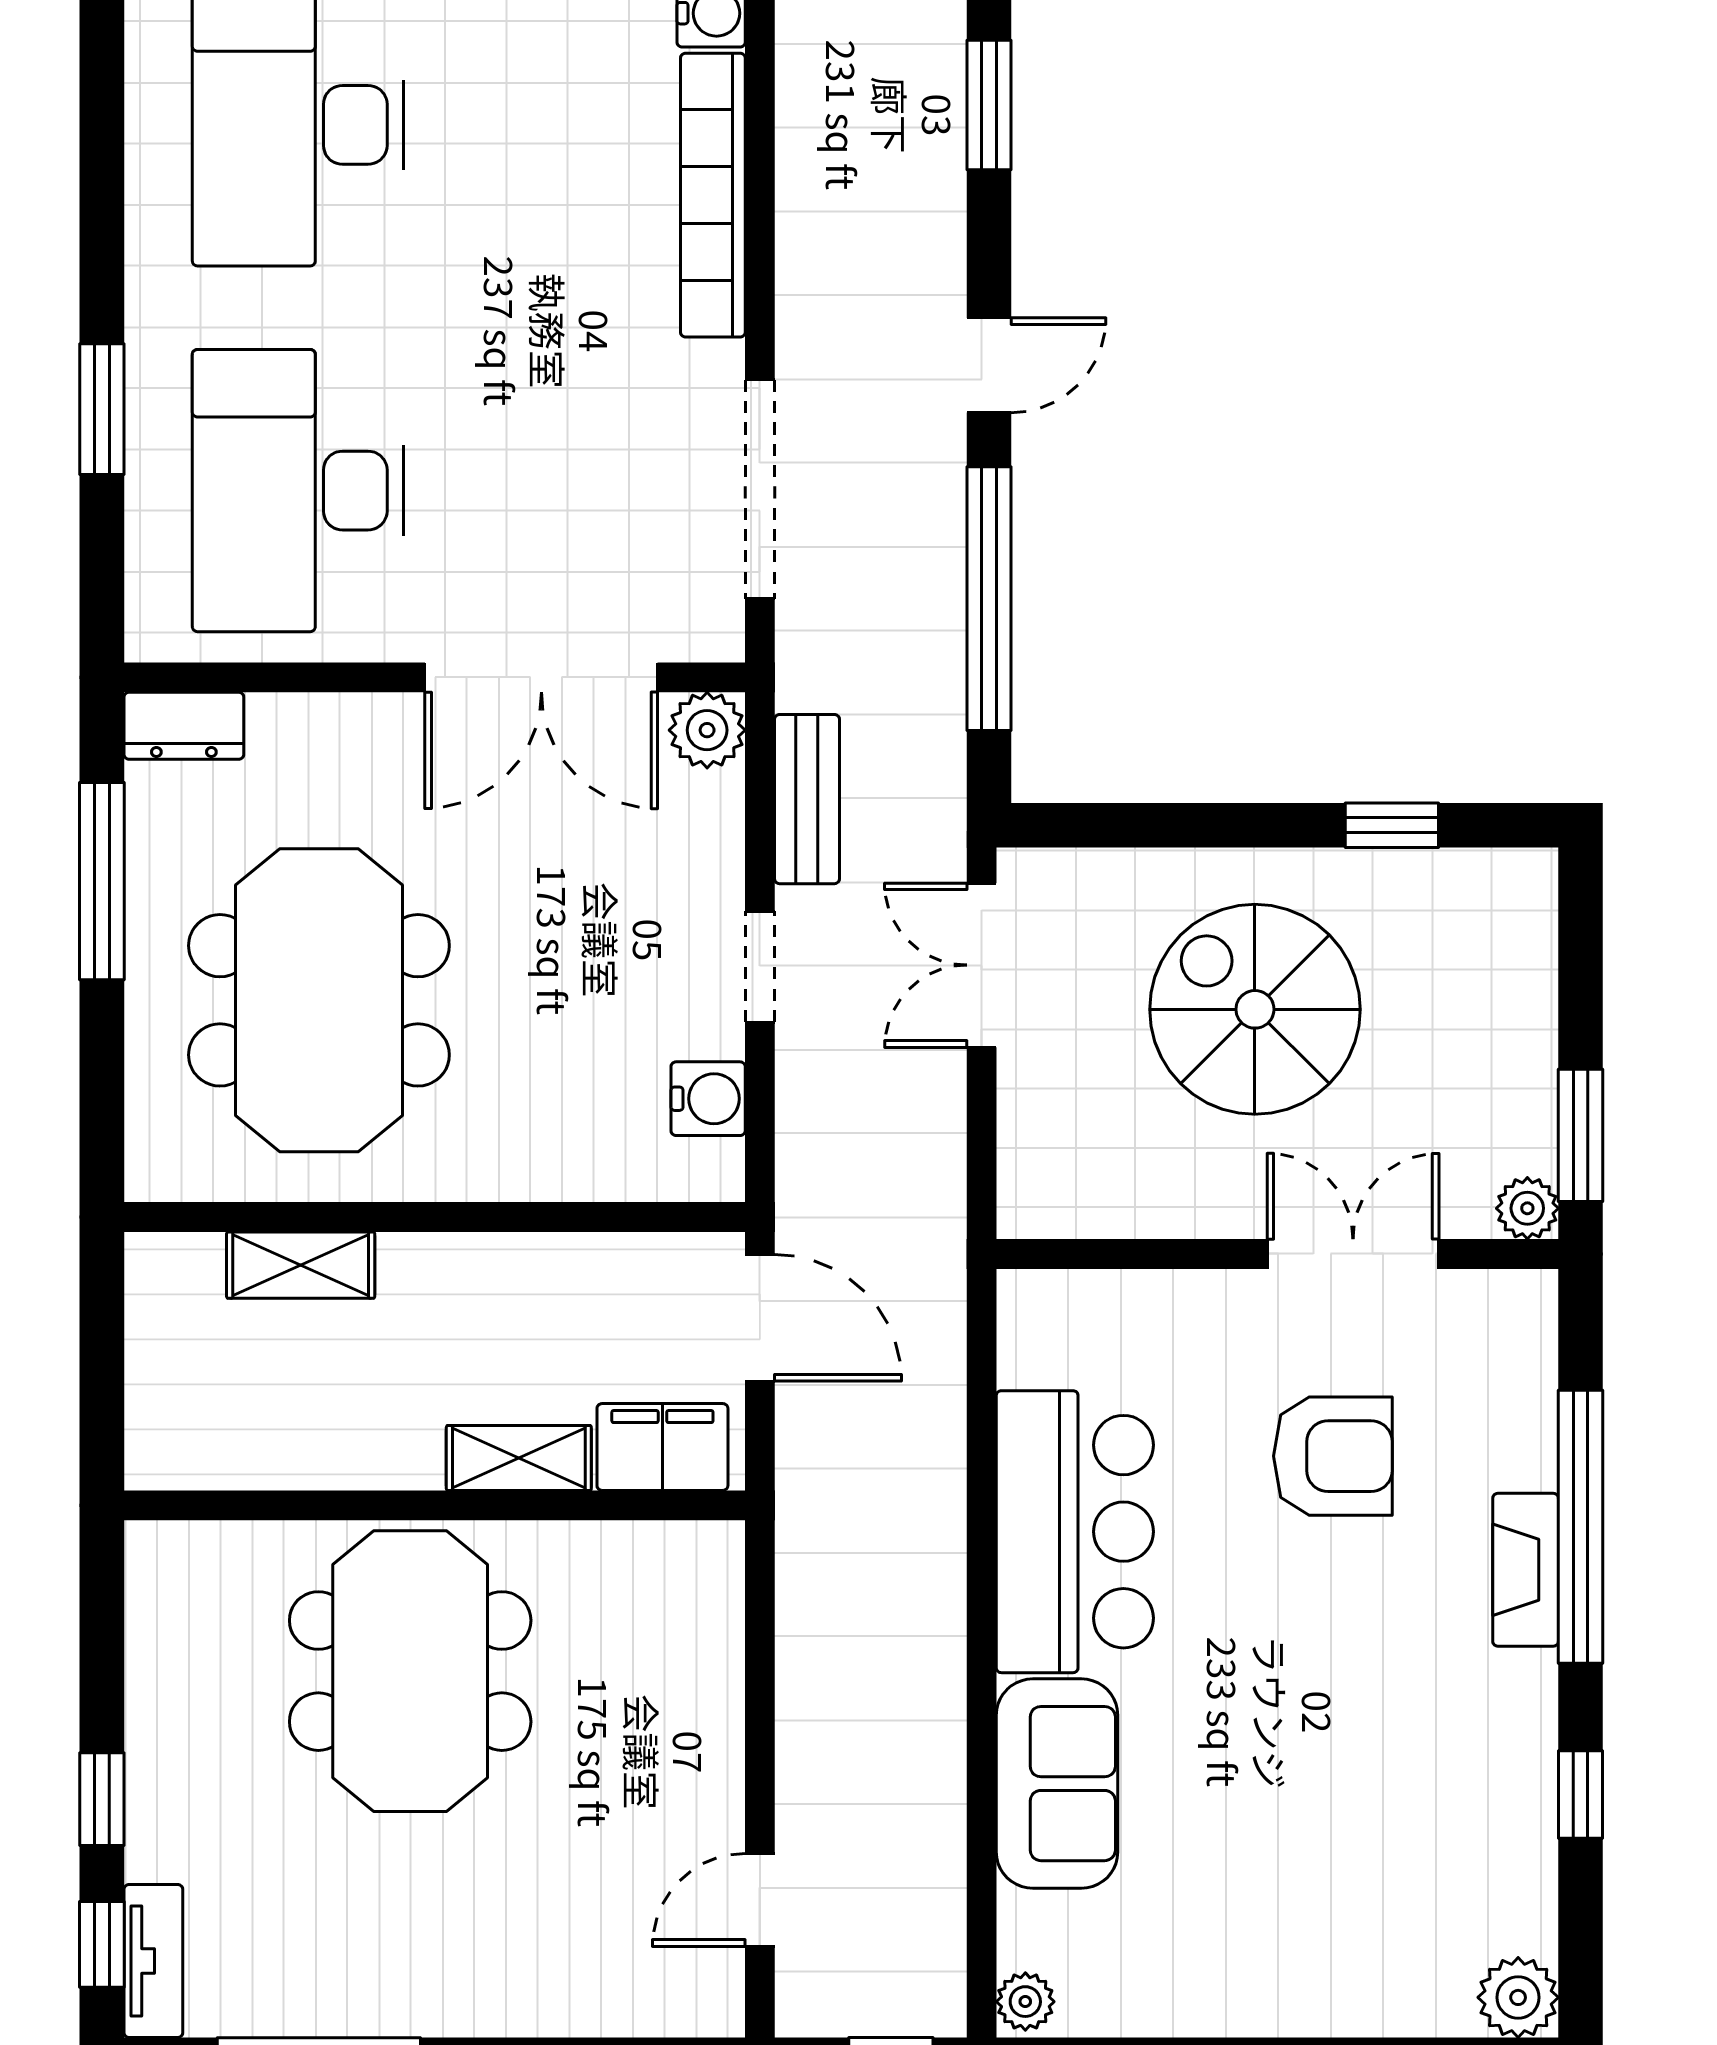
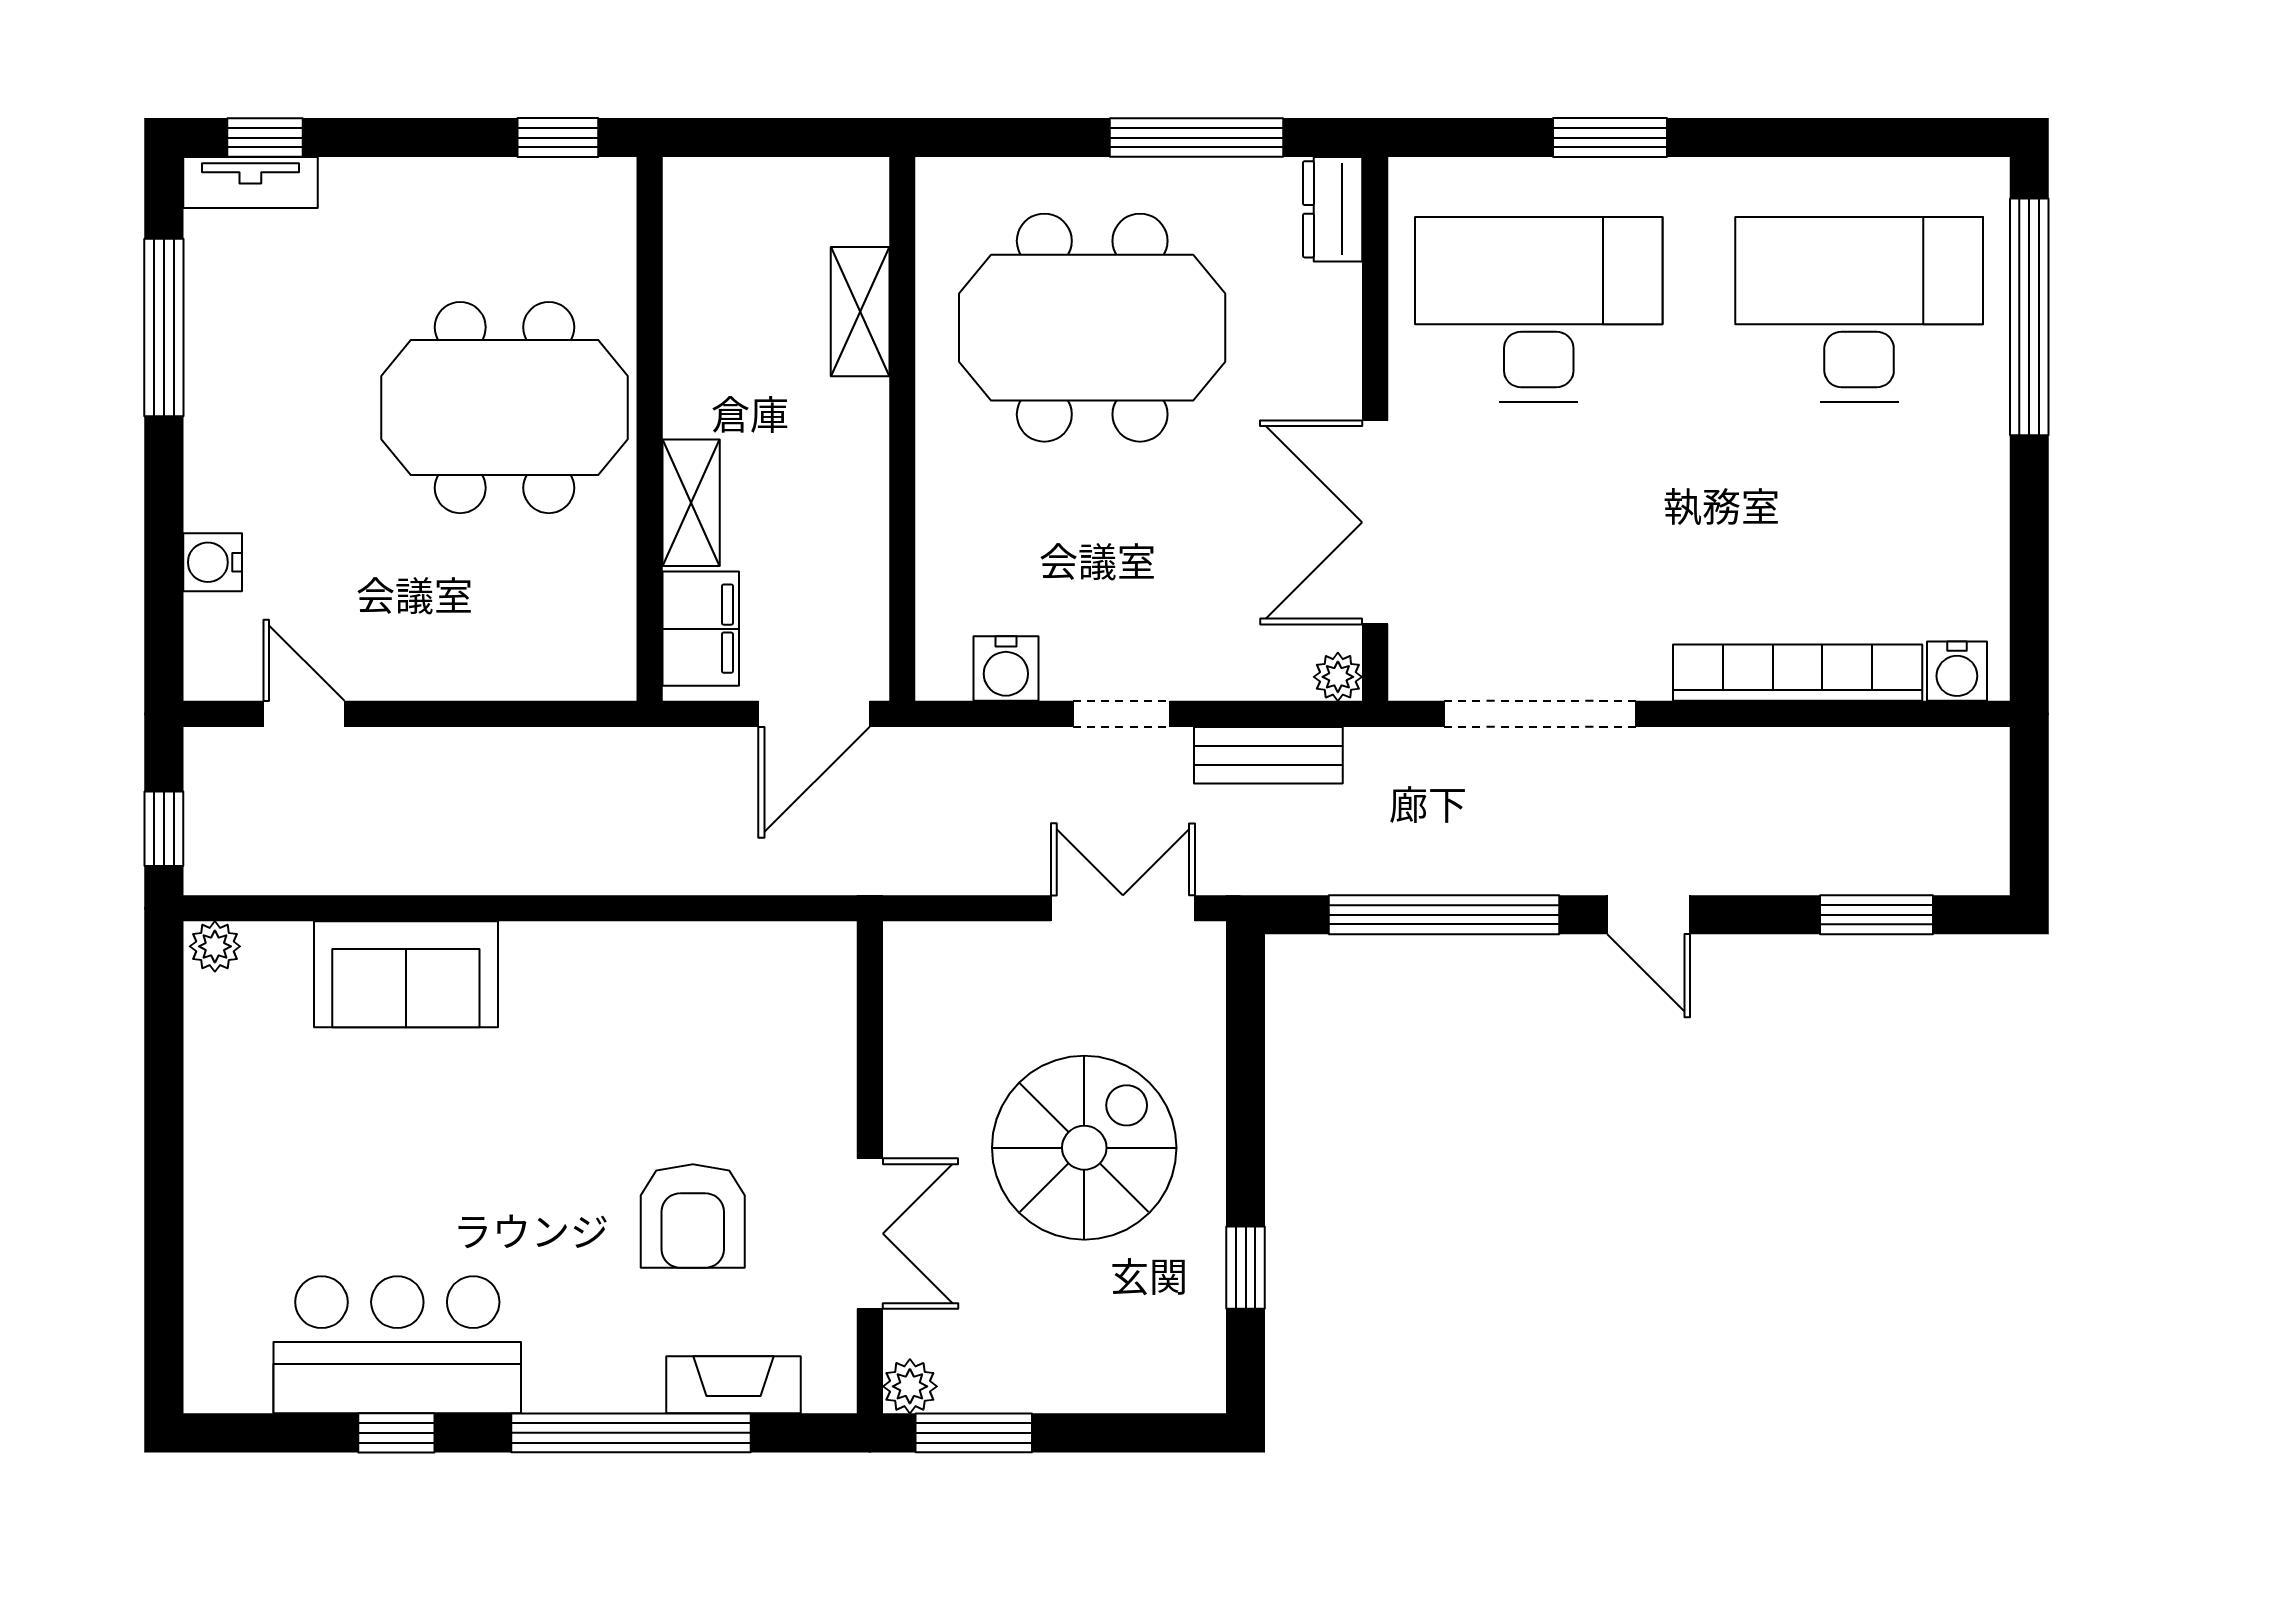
plant: (707, 730) -> (1338, 677), width x0.73, depth x0.73
bar counter: (1075, 1532) -> (397, 1345), moved, turned 180
fireplace: (1526, 1570) -> (734, 1385), moved
window: (102, 1799) -> (558, 138), moved
plant: (1518, 1997) -> (219, 1378), removed
water cooler: (587, 2004) -> (213, 562), added

